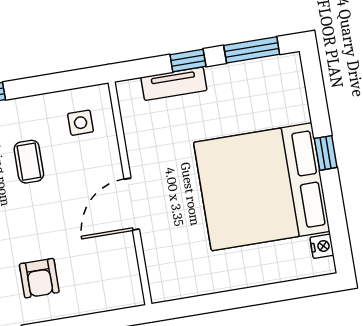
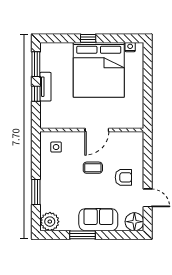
tv unit: (174, 84) -> (45, 87), moved
coffee table: (29, 162) -> (93, 168), moved
door: (132, 204) -> (97, 130), hinge flipped

